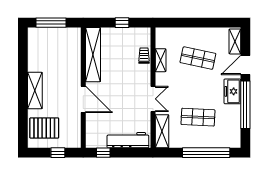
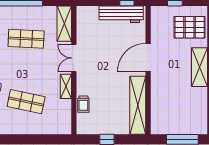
shelving: (161, 60) -> (66, 86), moved
door: (83, 99) -> (148, 58), hinge flipped
workbench: (128, 140) -> (121, 14), moved

